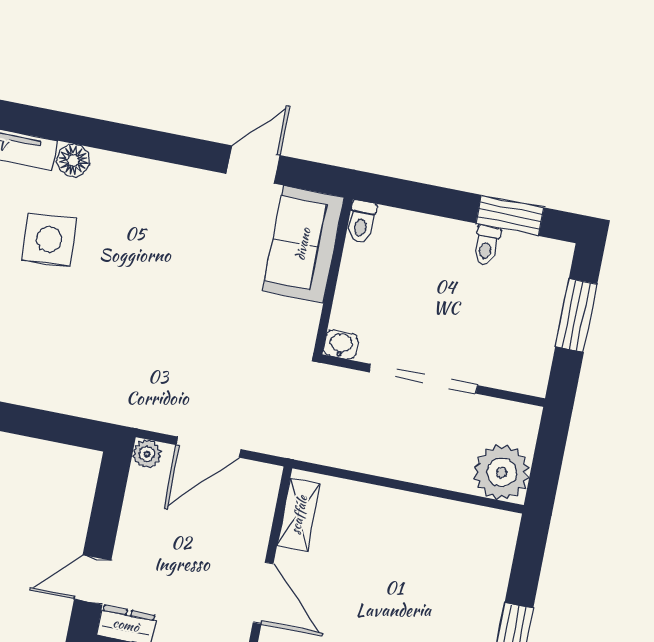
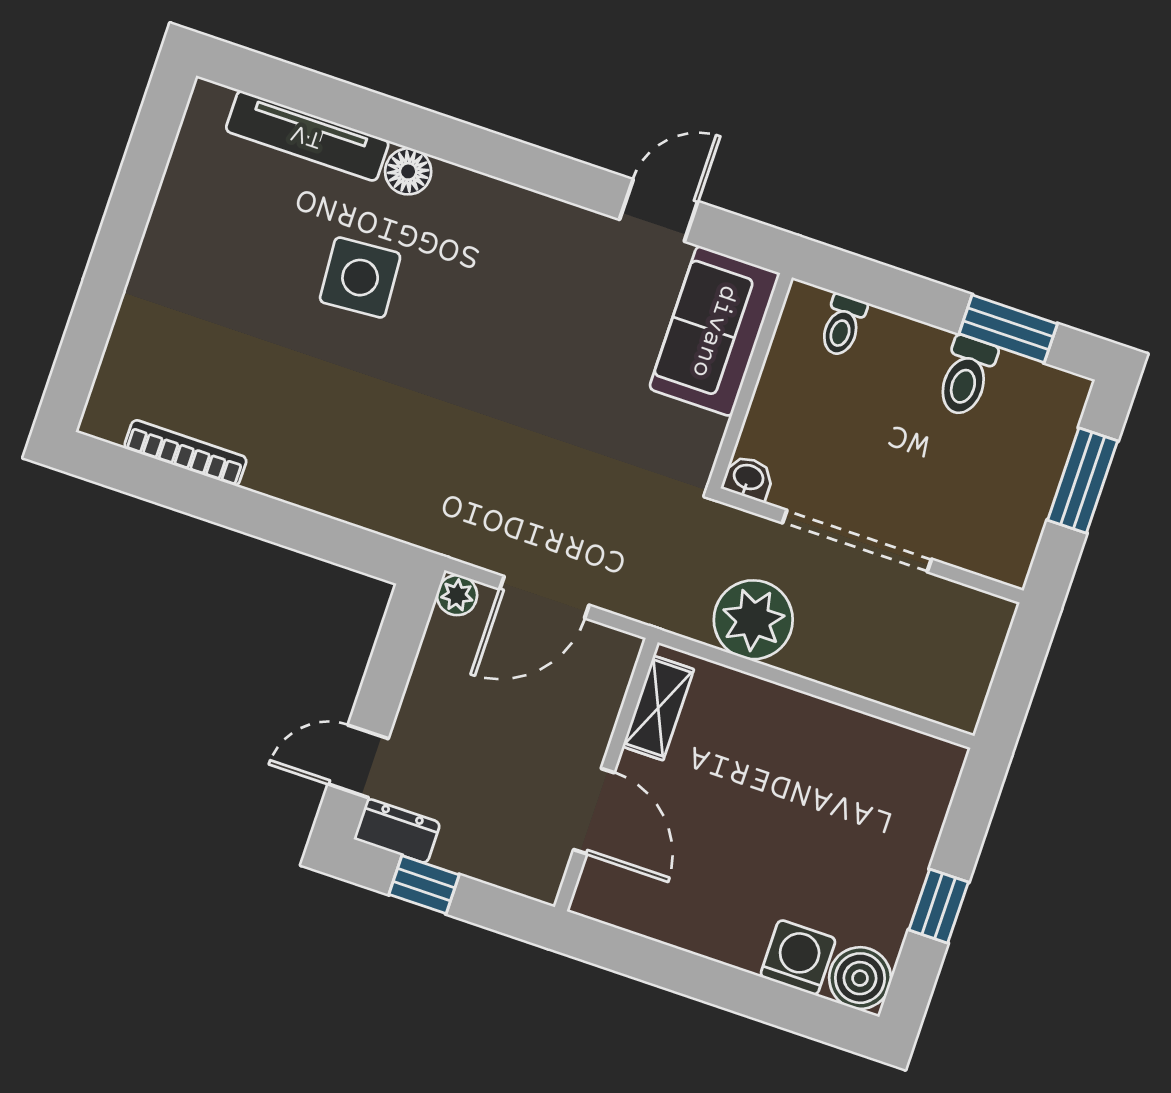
toilet: (361, 222) -> (843, 325), moved
toilet: (486, 245) -> (966, 376), width x1.37, depth x1.39
plant: (502, 472) -> (753, 620), moved

